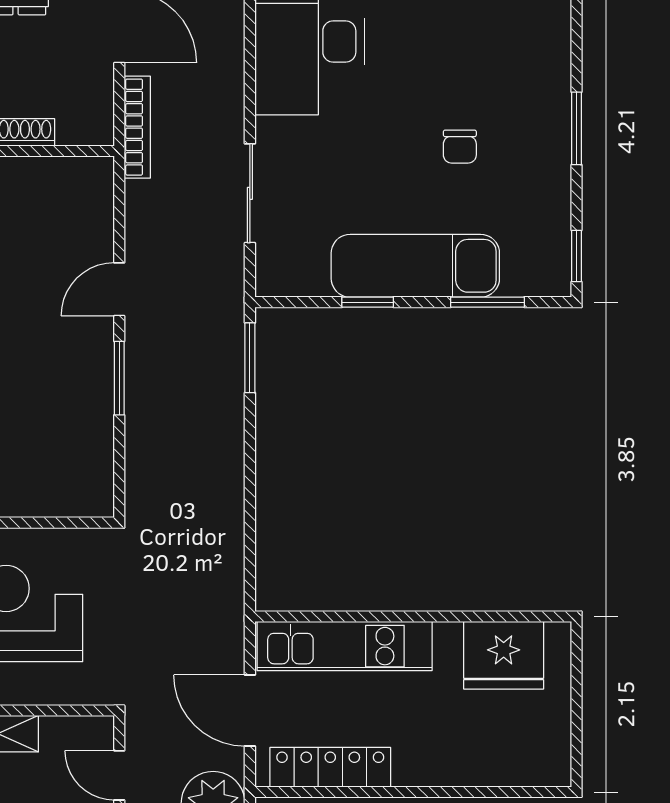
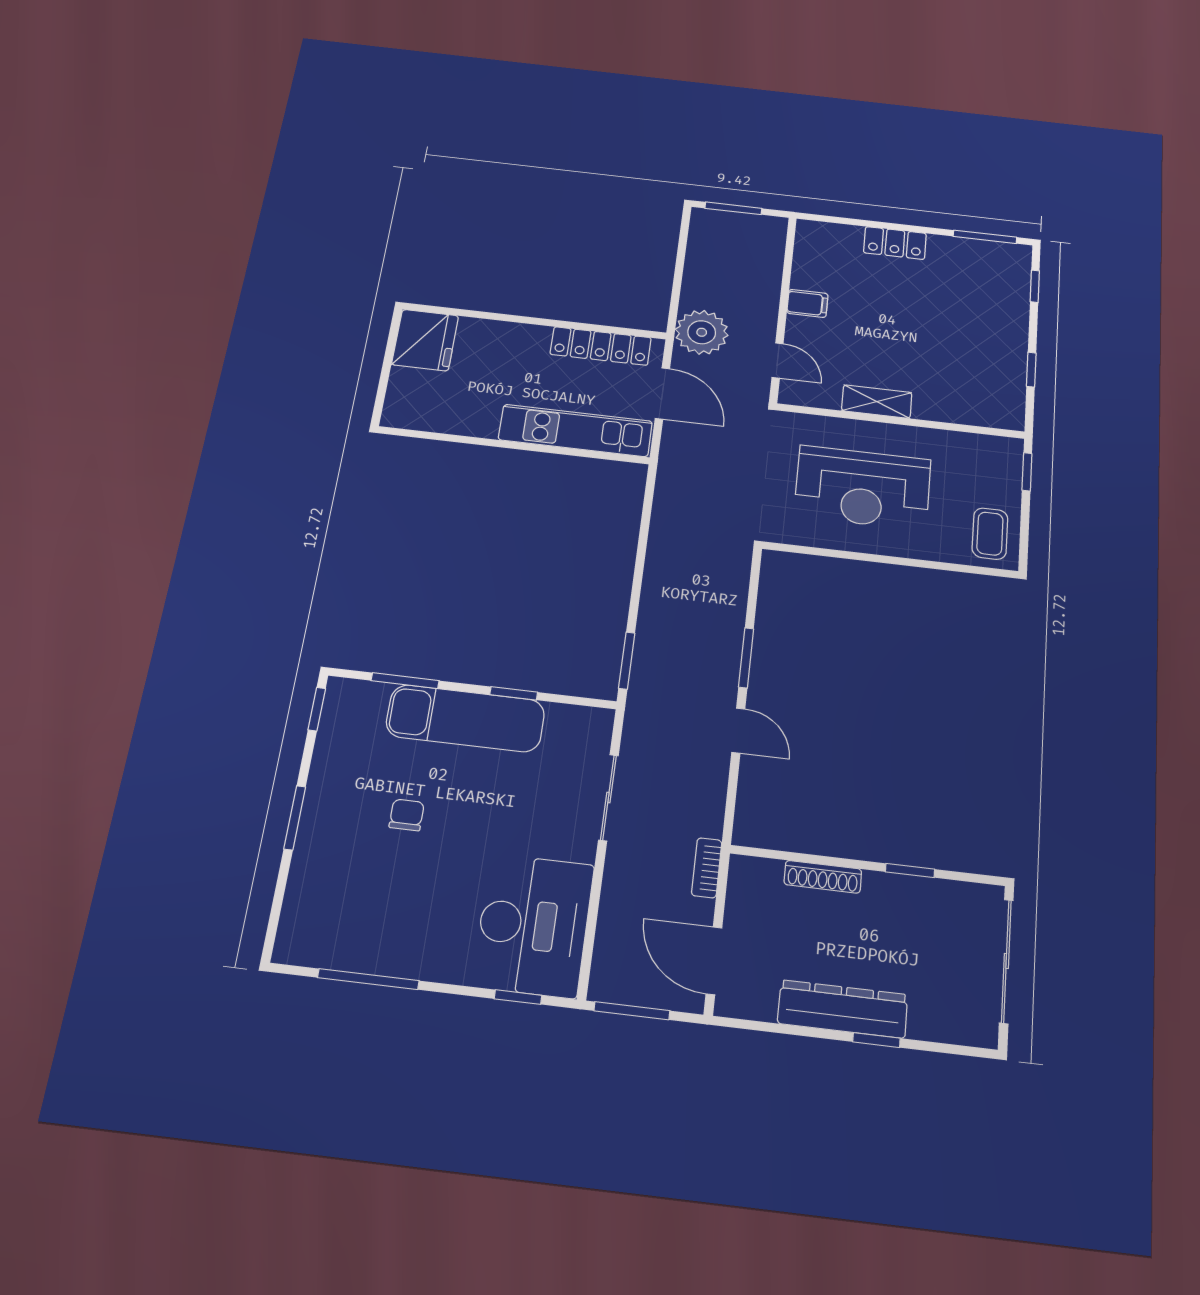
bookcase: (137, 127) -> (707, 868), width x0.64
door: (119, 289) -> (738, 731), hinge flipped
fridge: (504, 655) -> (425, 340), moved, turned 90

